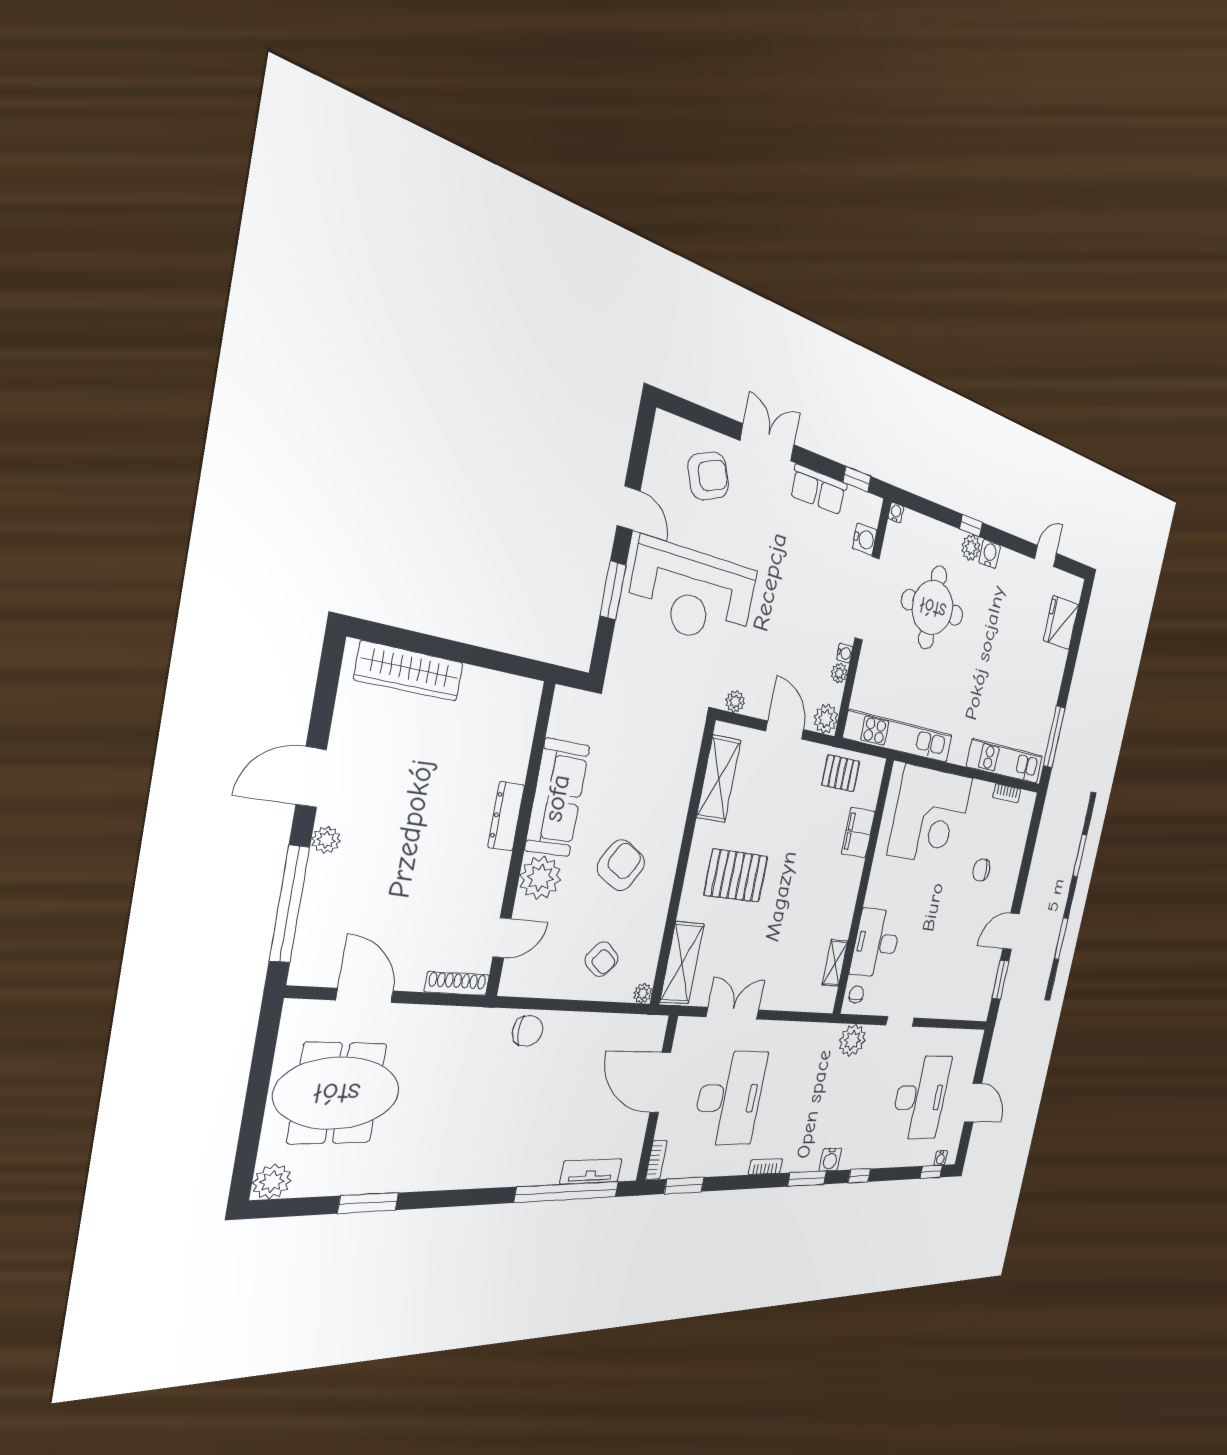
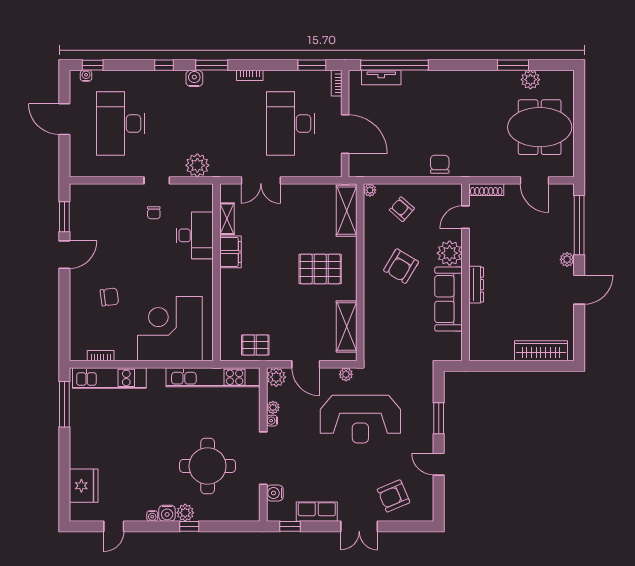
water cooler: (896, 513) -> (152, 516), moved
reception desk: (693, 594) -> (360, 419), moved, turned 180
filing cabinet: (858, 833) -> (230, 252), moved
chair: (856, 994) -> (154, 213), moved
double door: (733, 1013) -> (261, 180), moved
chair: (528, 1031) -> (440, 164), turned 90
plant: (272, 1182) -> (530, 80), moved

